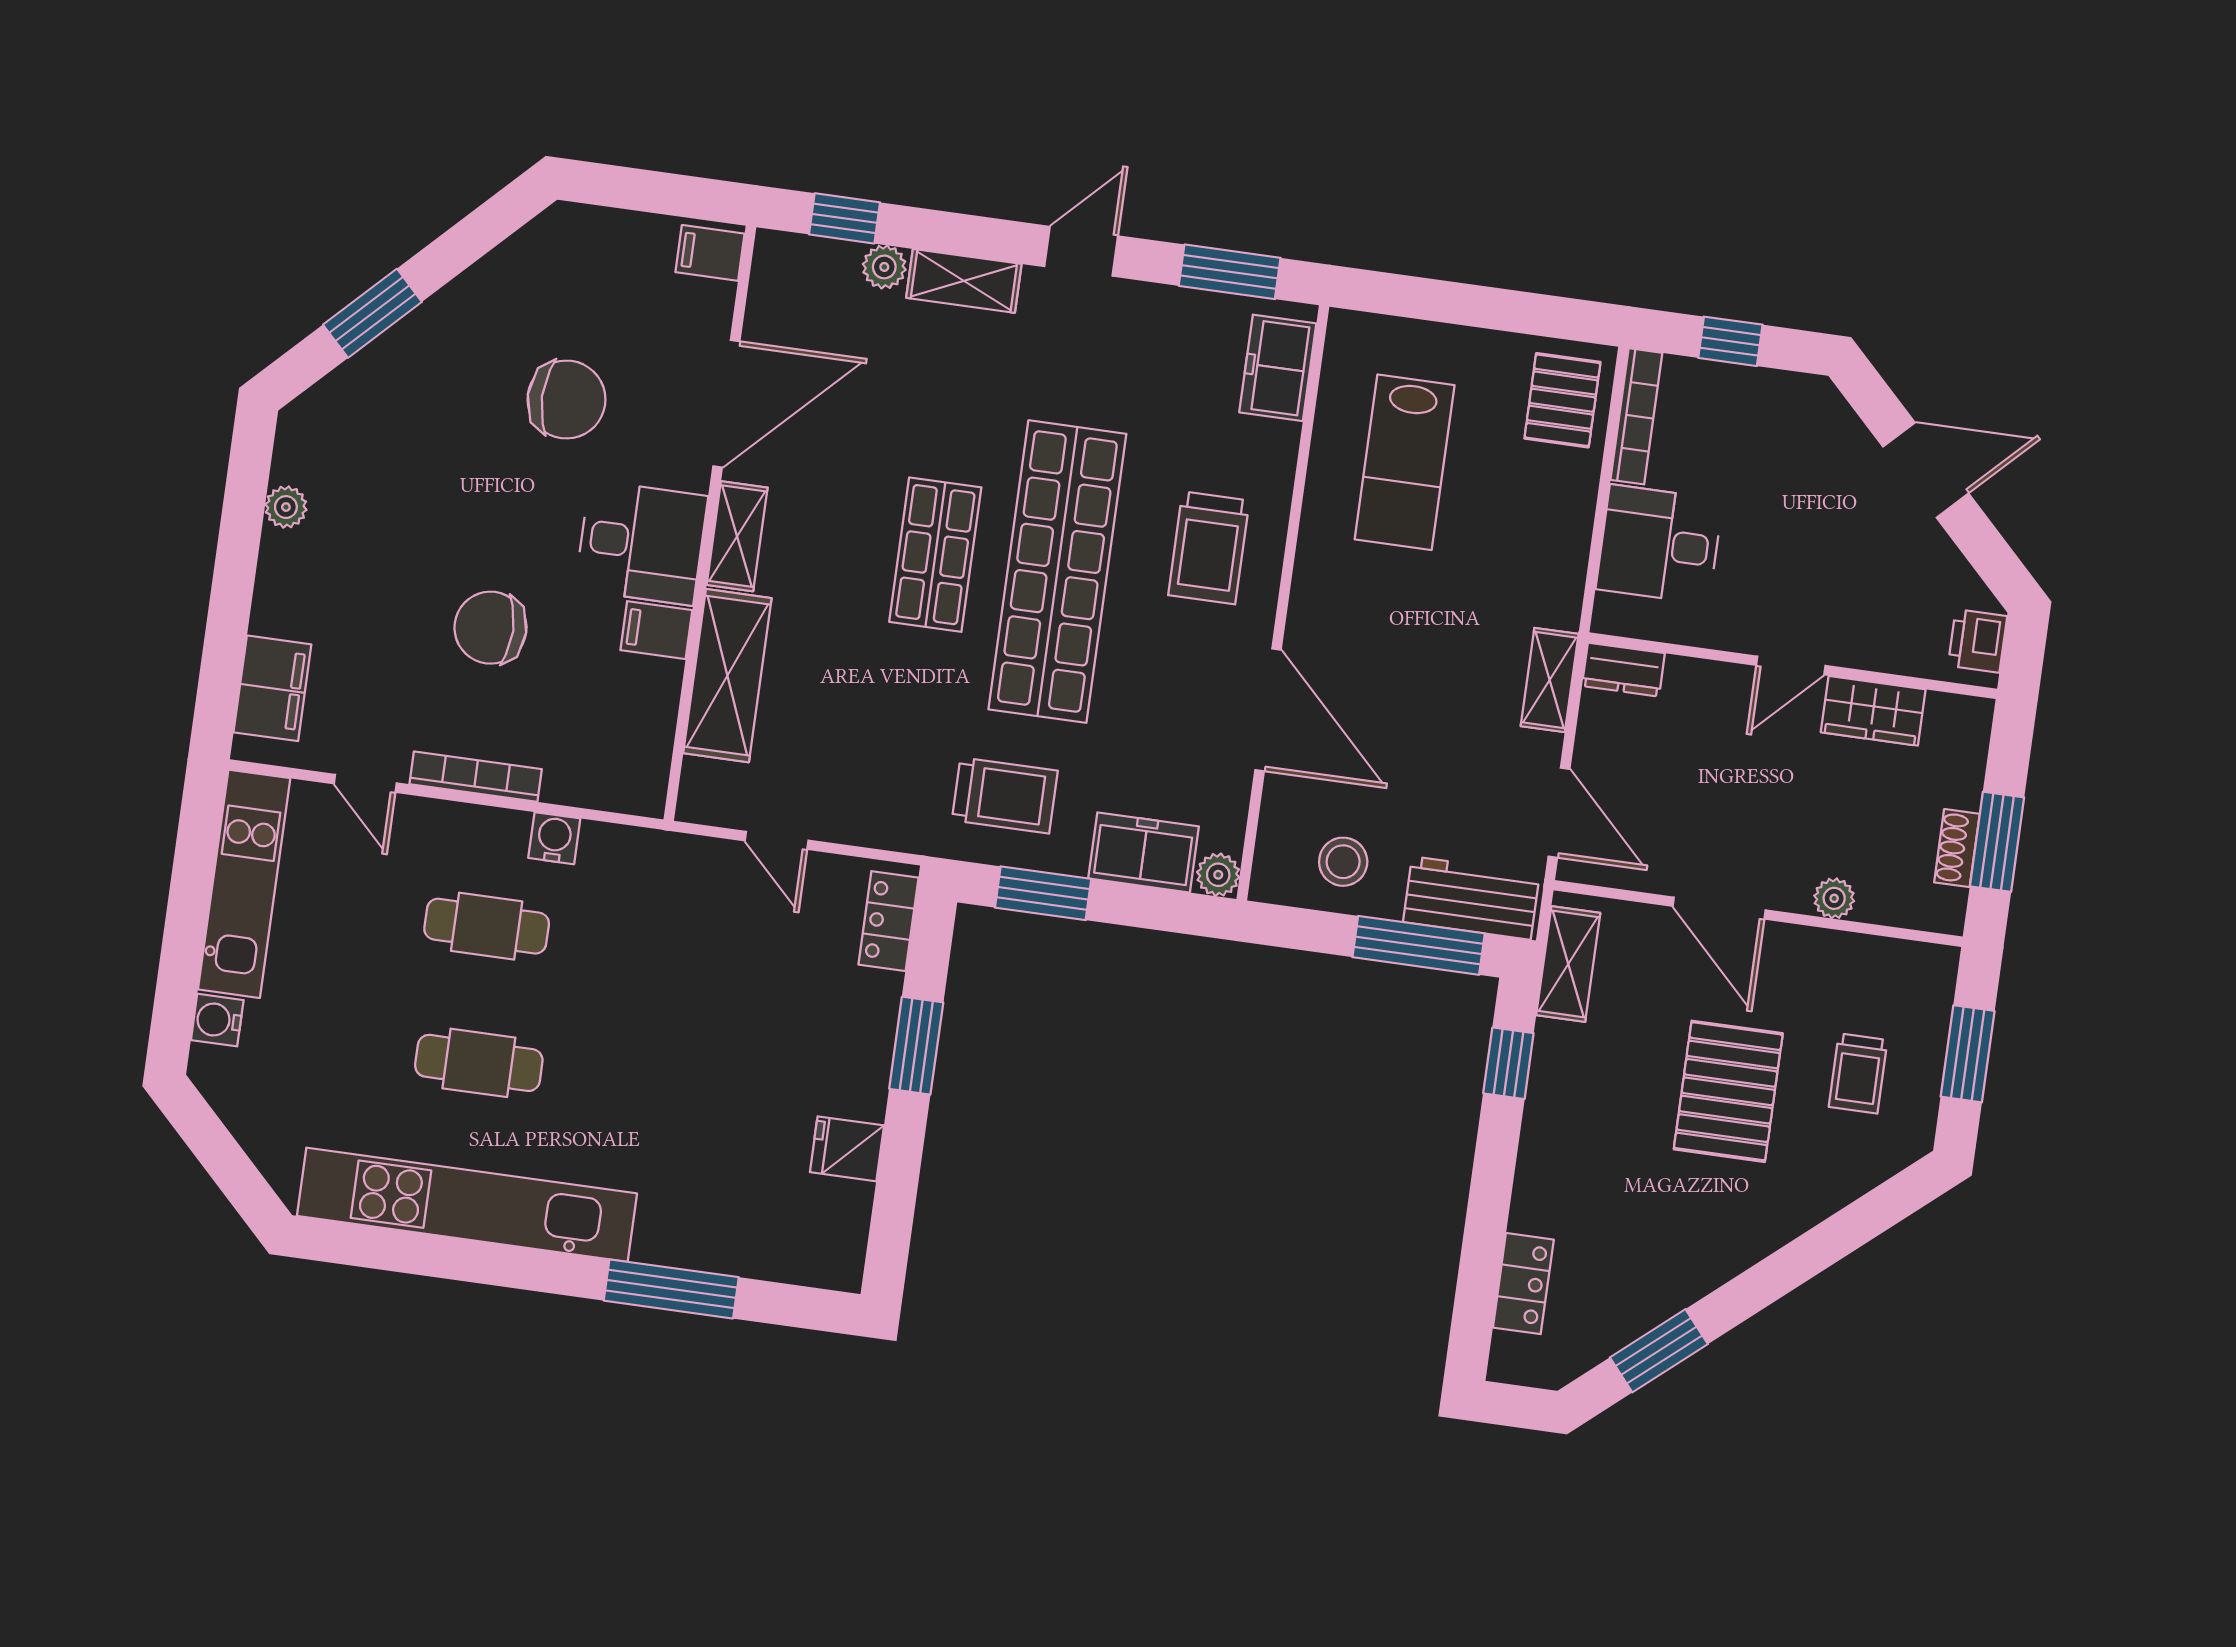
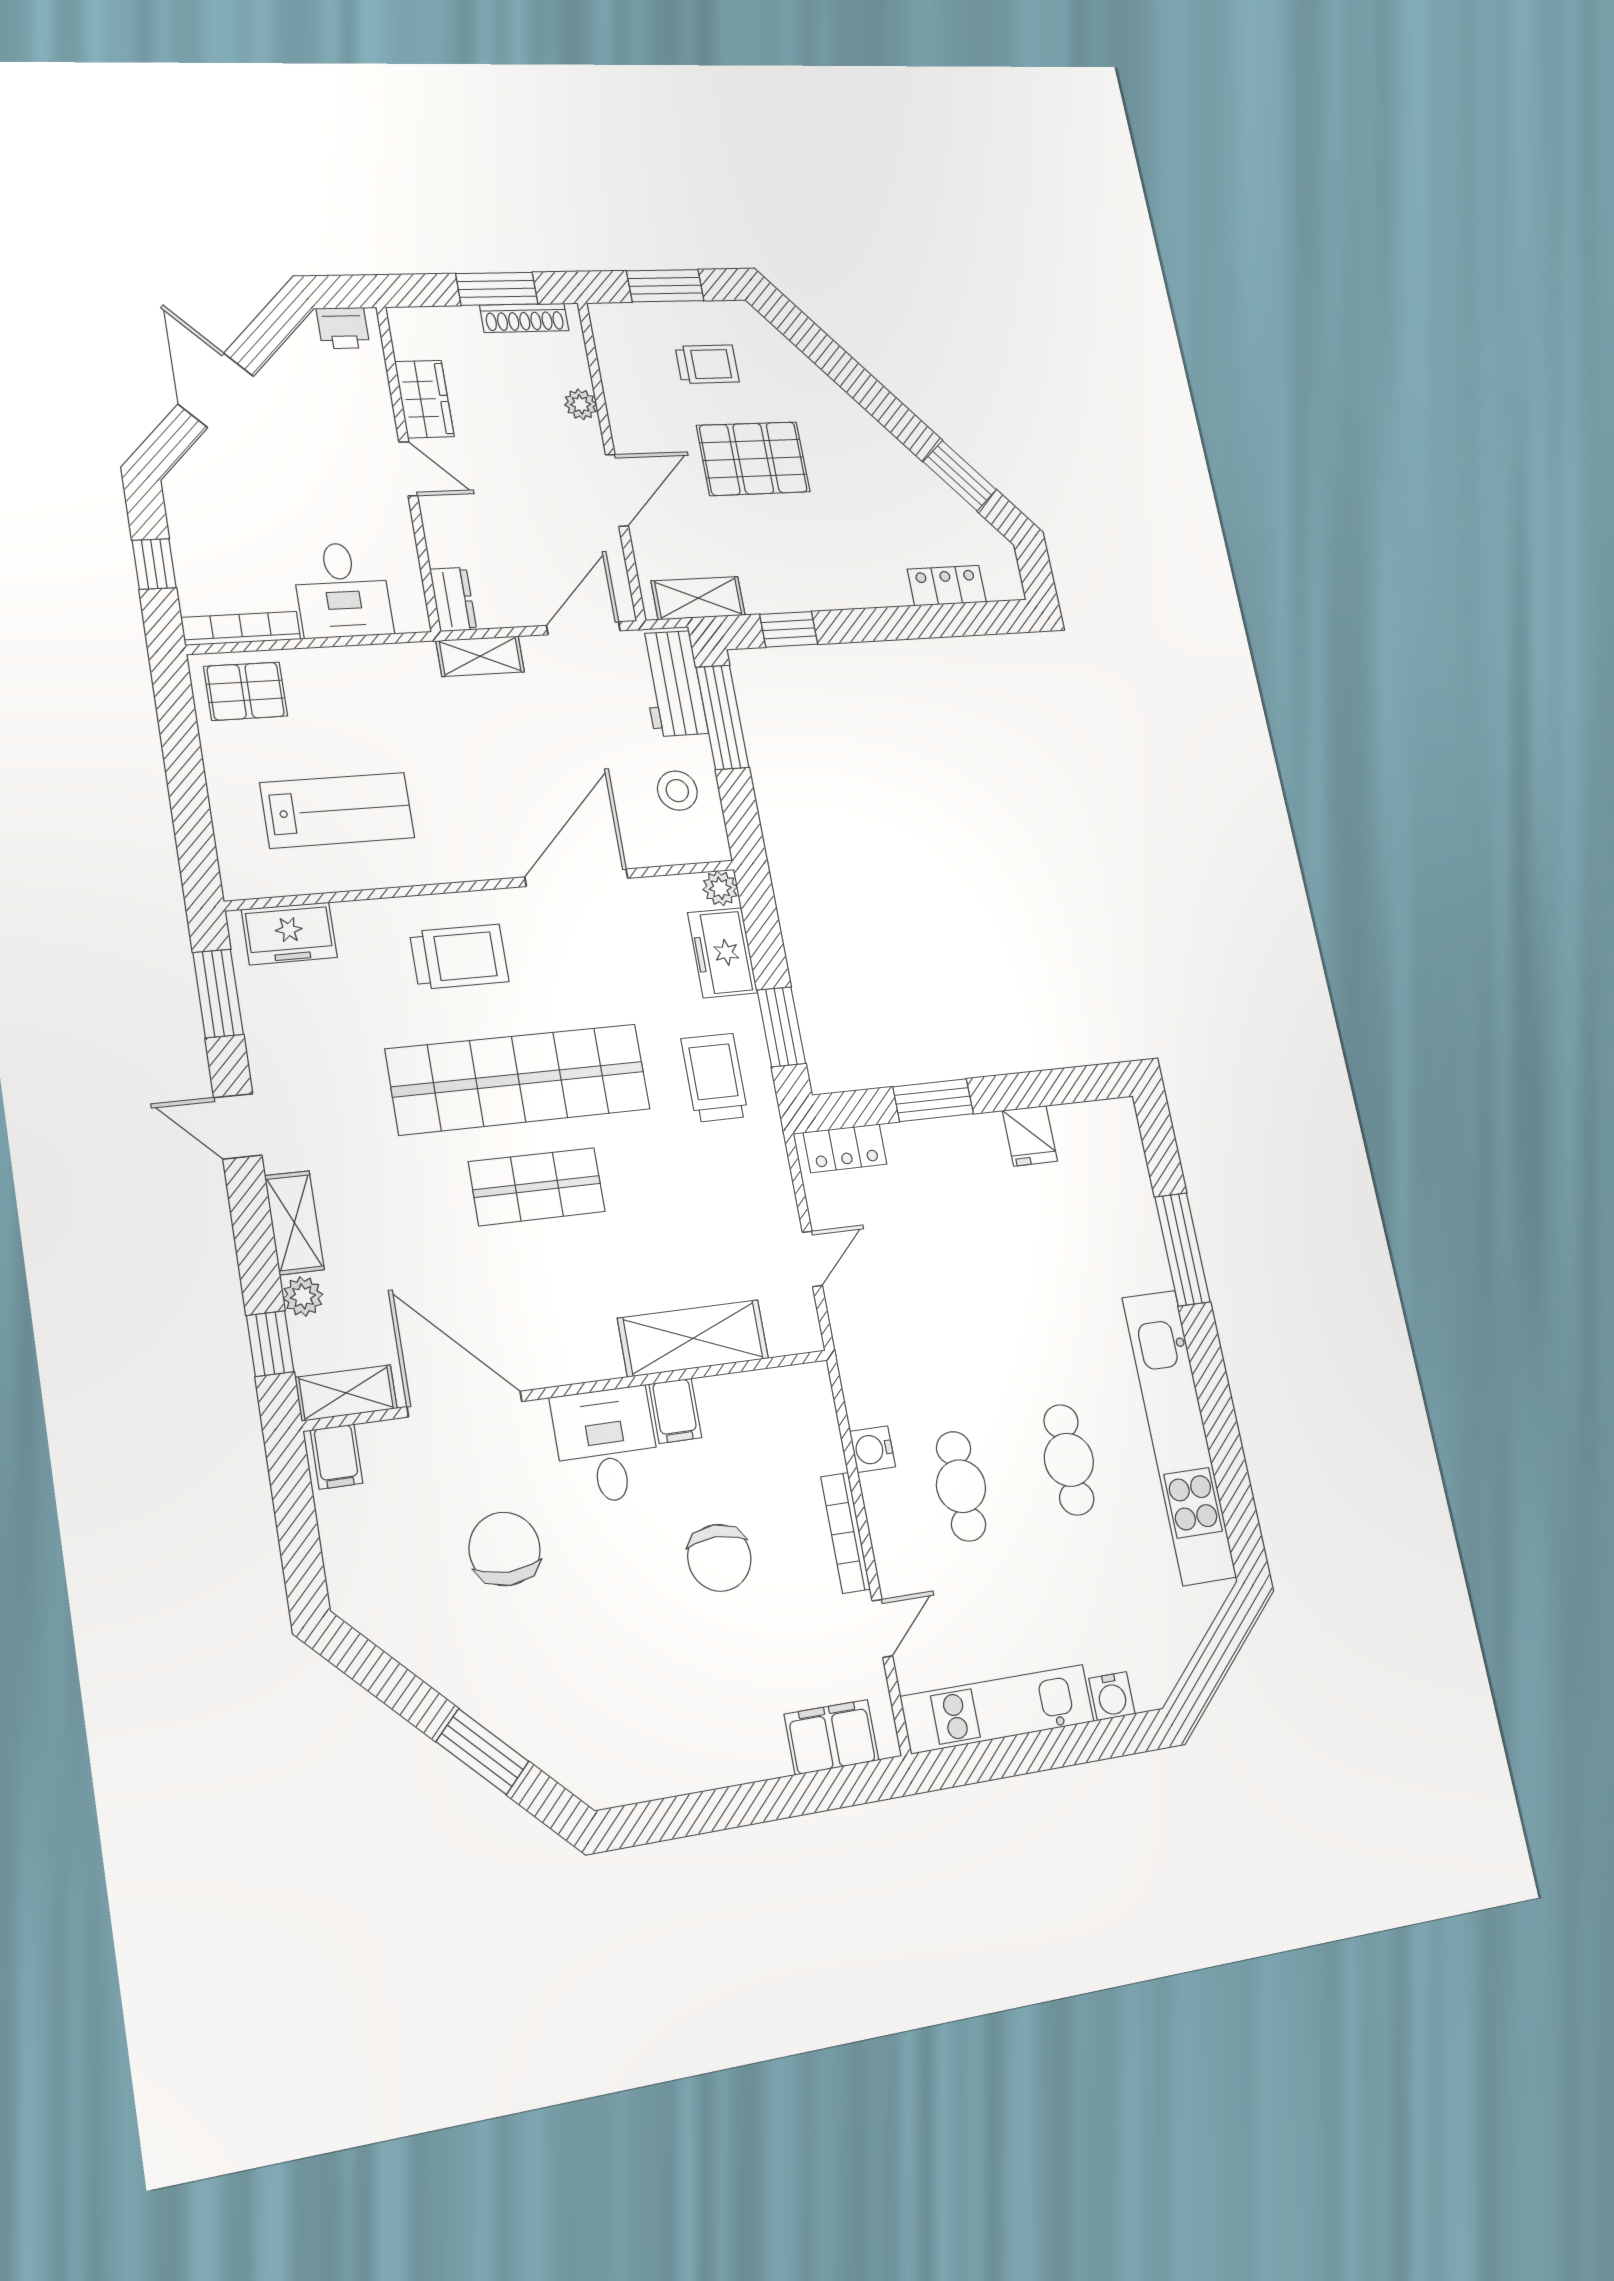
plant: (286, 507) -> (676, 1776), removed
shelving: (737, 536) -> (346, 1393), moved
shoe rack: (1957, 848) -> (524, 318), width x1.43

